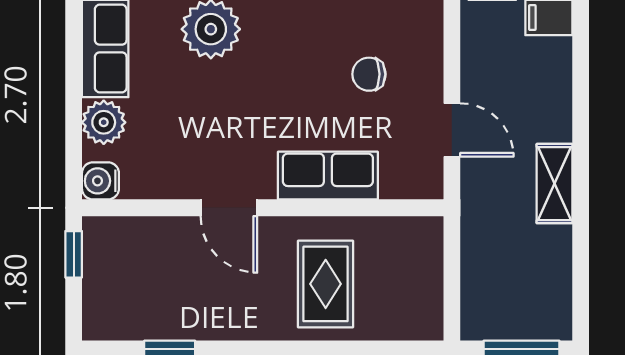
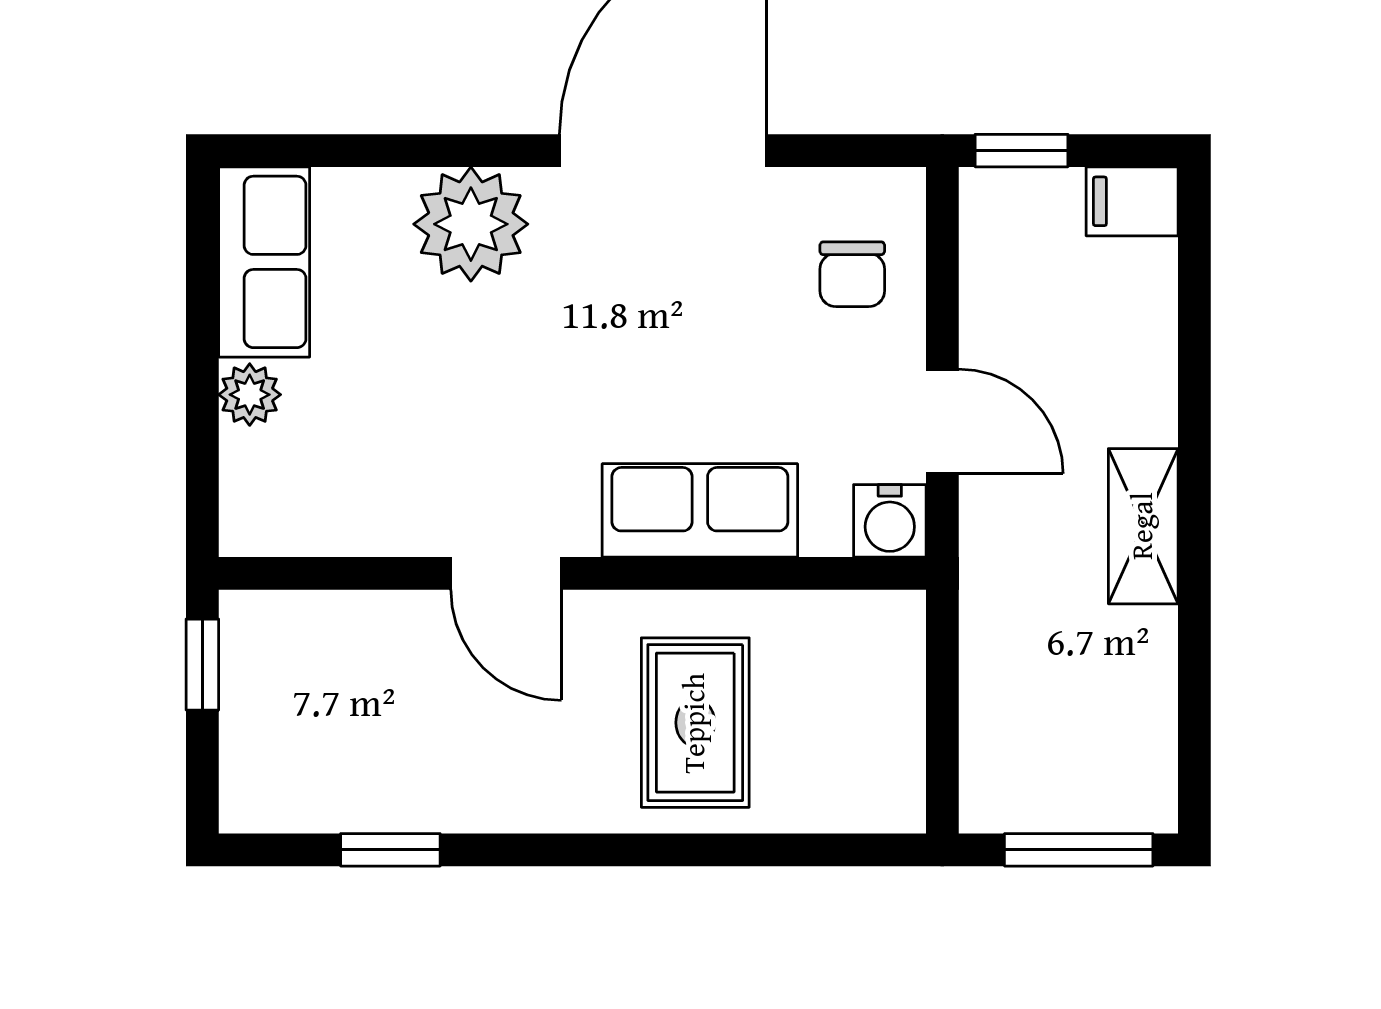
chair: (369, 74) -> (852, 274), moved, turned -90
plant: (104, 122) -> (250, 395), width x0.73, depth x0.73
water cooler: (100, 181) -> (890, 521), moved, turned -90

